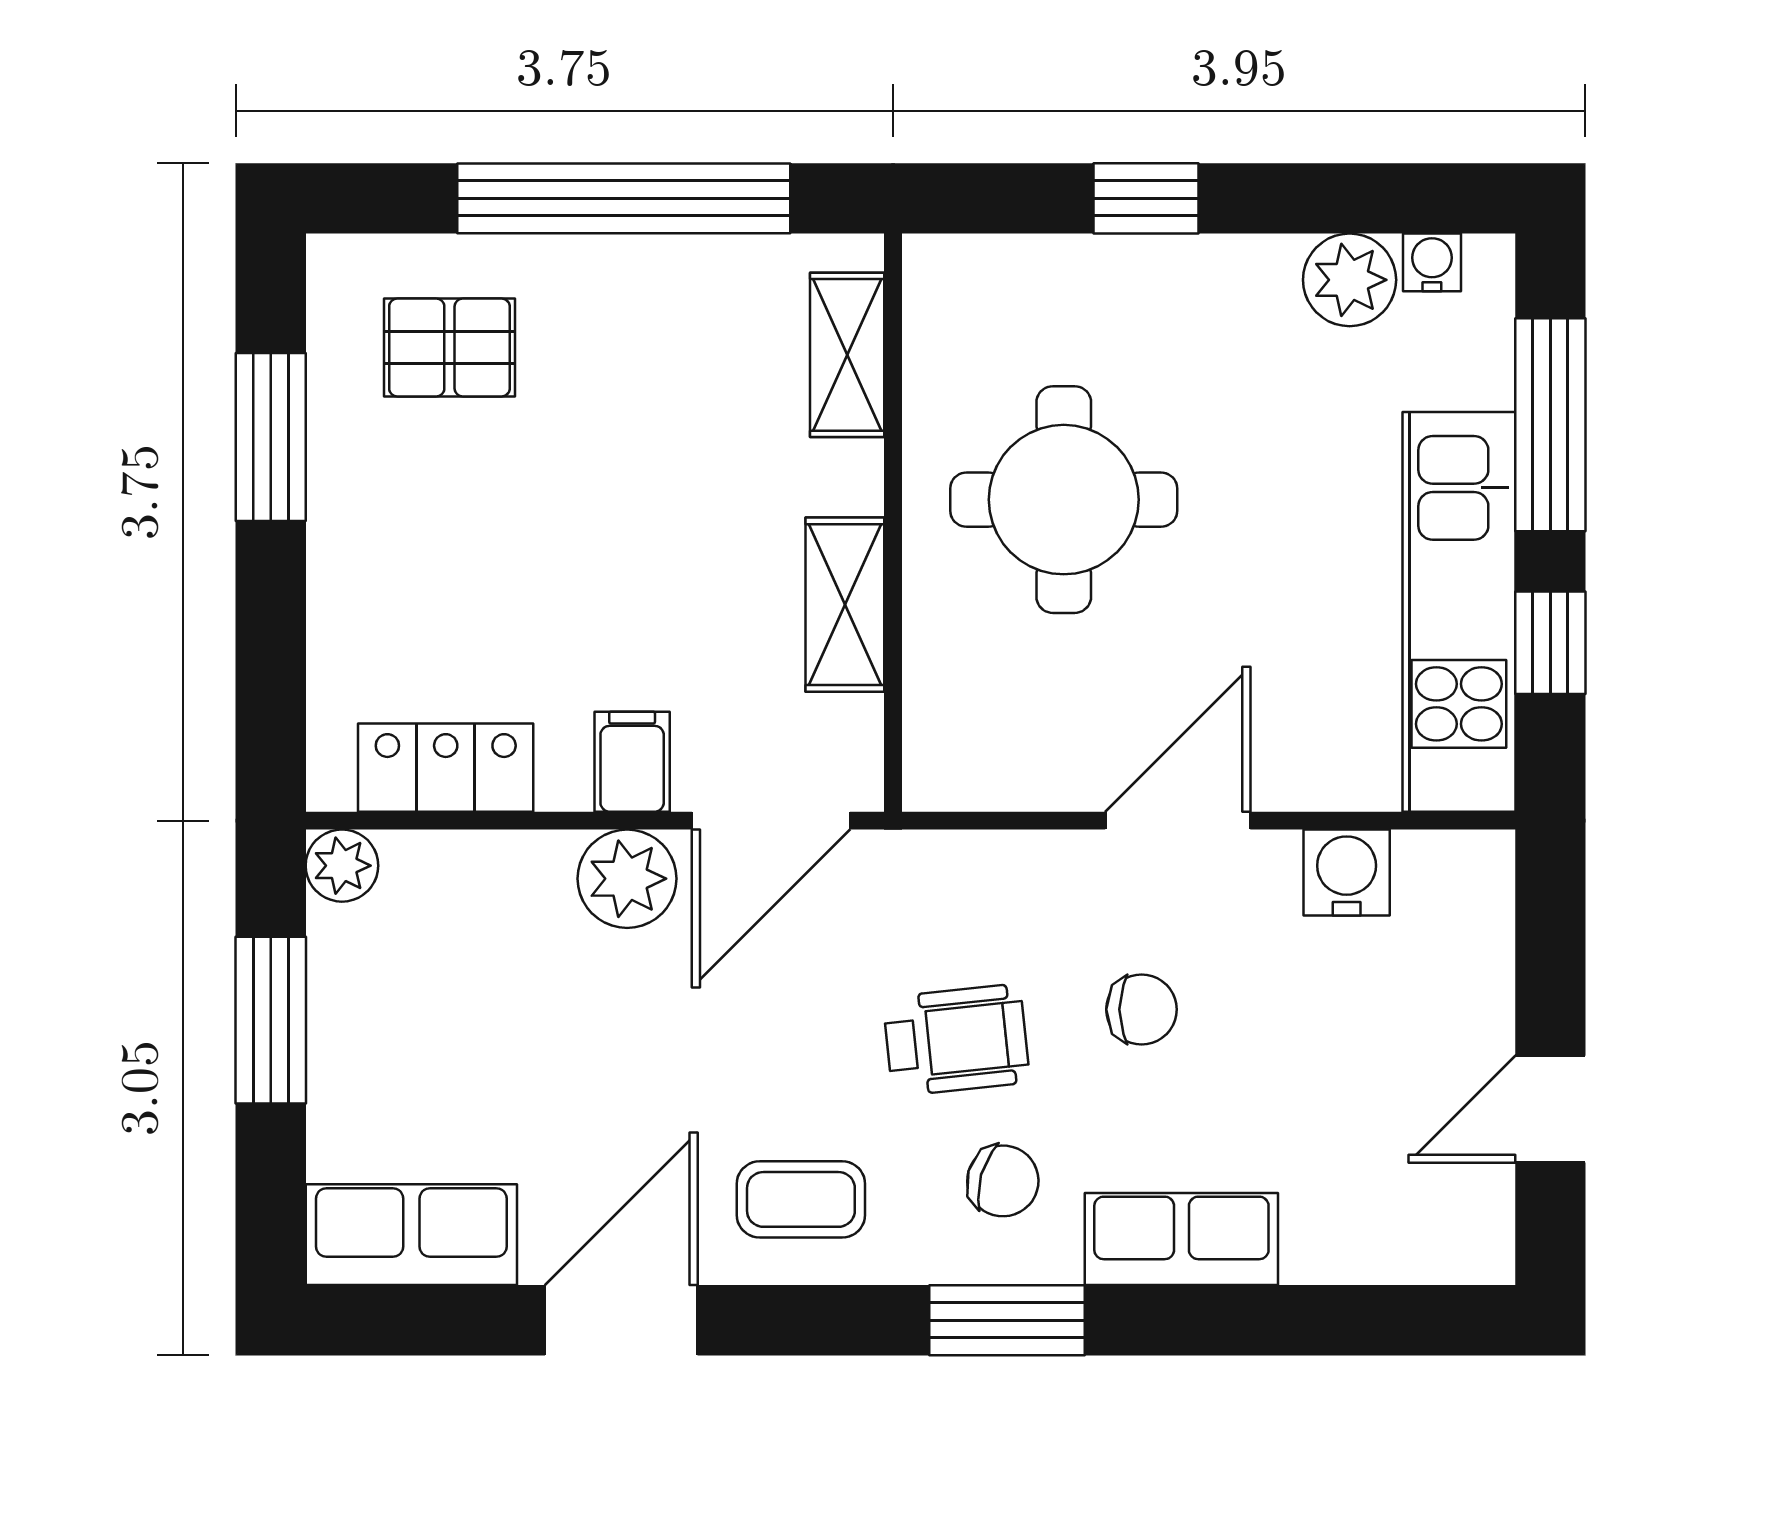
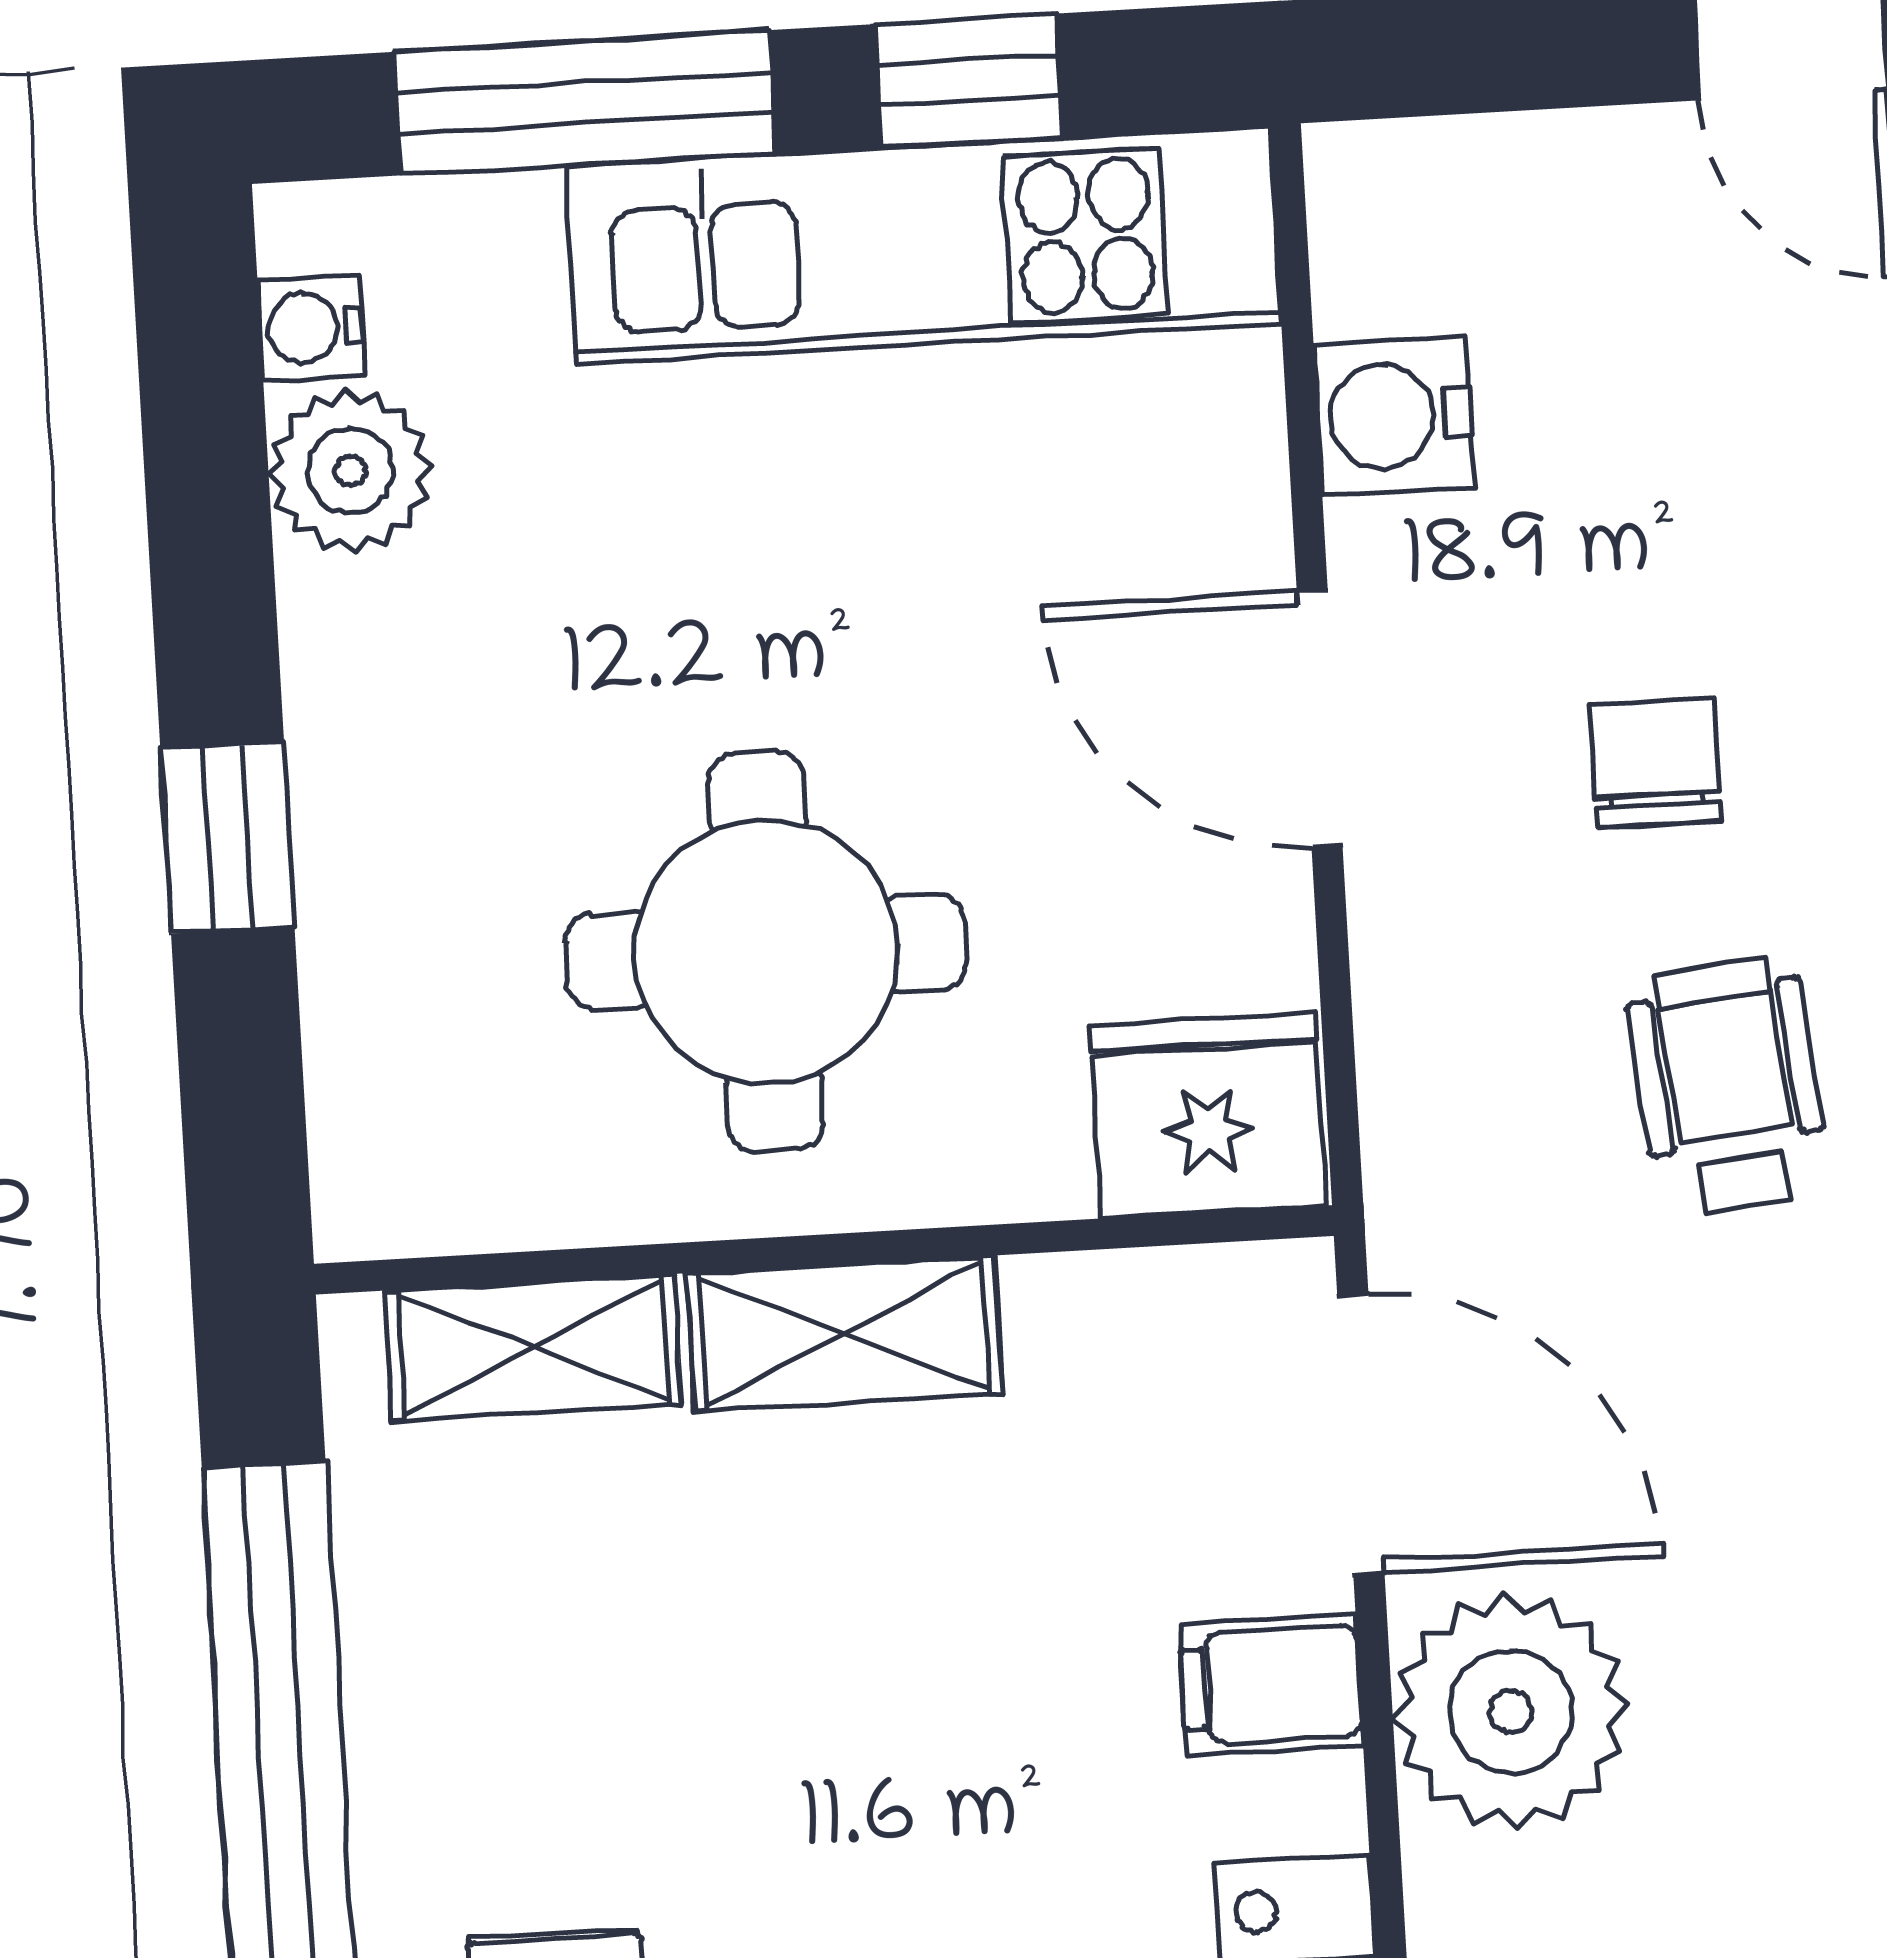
shelving: (845, 605) -> (844, 1334), moved
fridge: (957, 744) -> (1208, 1115), added
plant: (627, 879) -> (1511, 1712), width x1.36, depth x1.36

